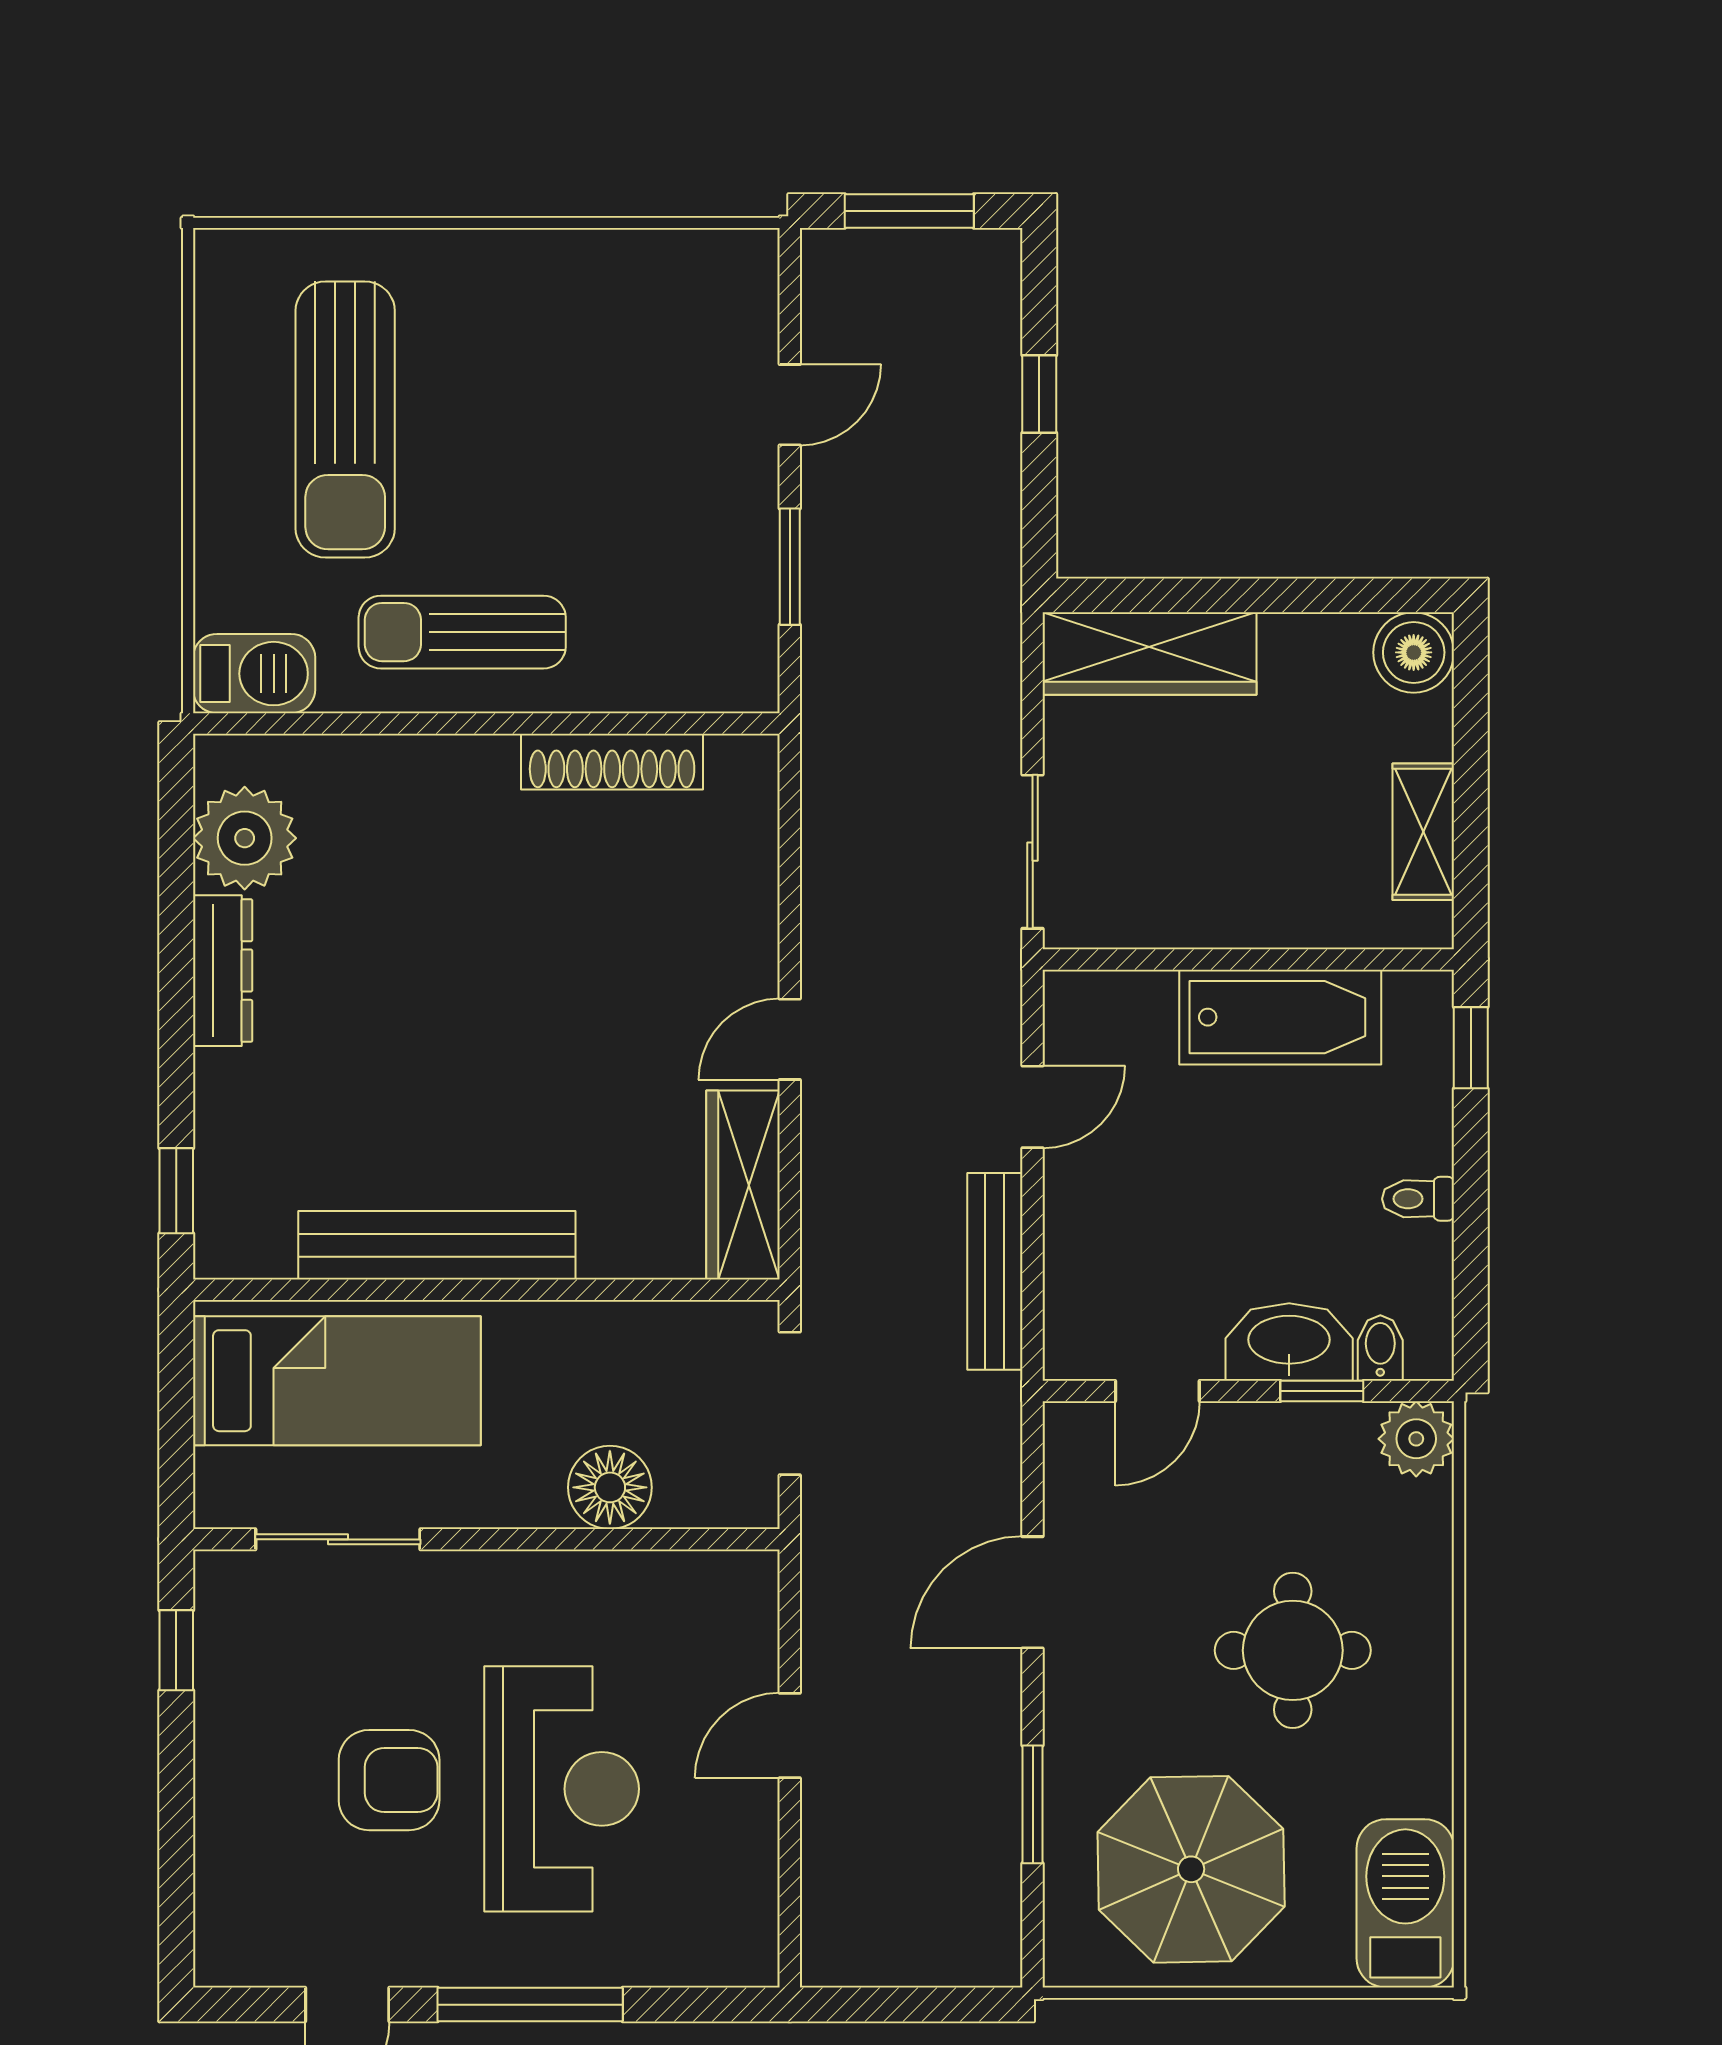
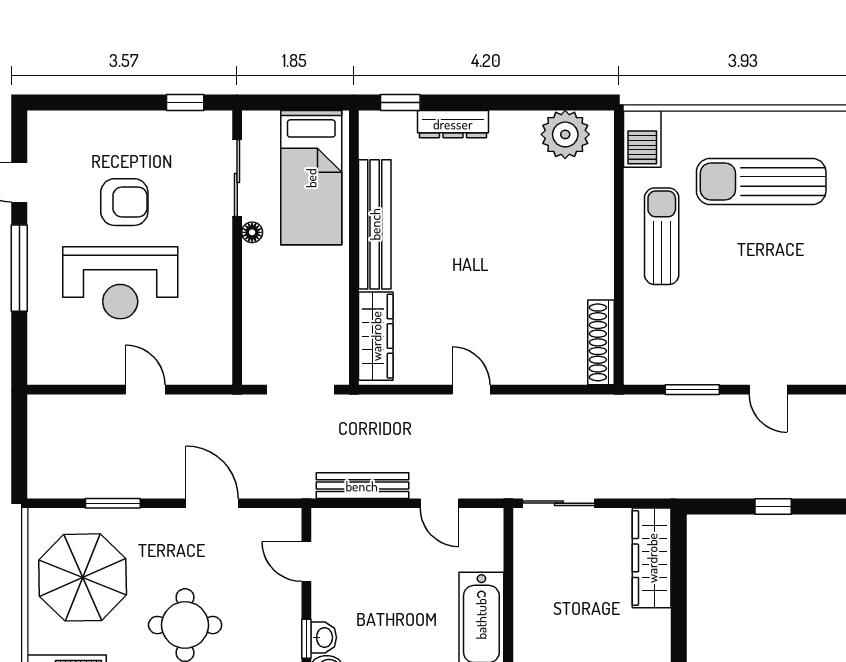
shoe rack: (612, 762) -> (601, 342), moved
dresser: (223, 971) -> (453, 124), moved
wardrobe: (743, 1185) -> (376, 336), moved, turned 90
washbasin: (1289, 1342) -> (324, 637), width x0.52, depth x0.69
floor lamp: (610, 1487) -> (252, 232), moved, width x0.53, depth x0.53
armchair: (389, 1780) -> (124, 202), turned -90

